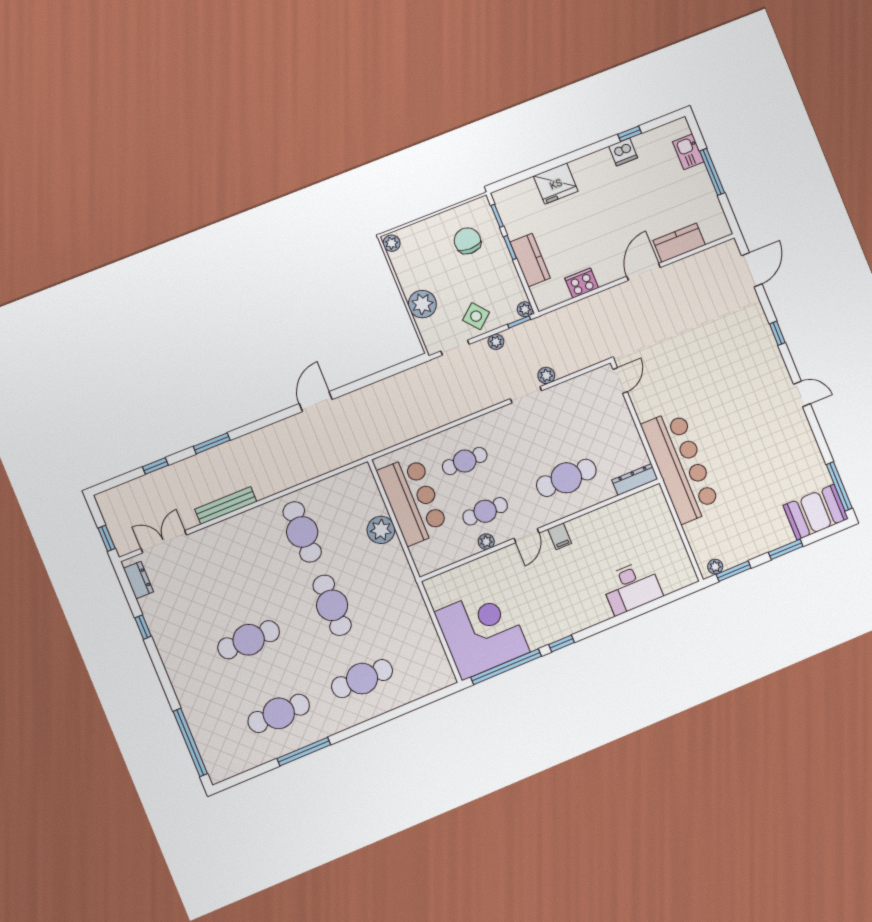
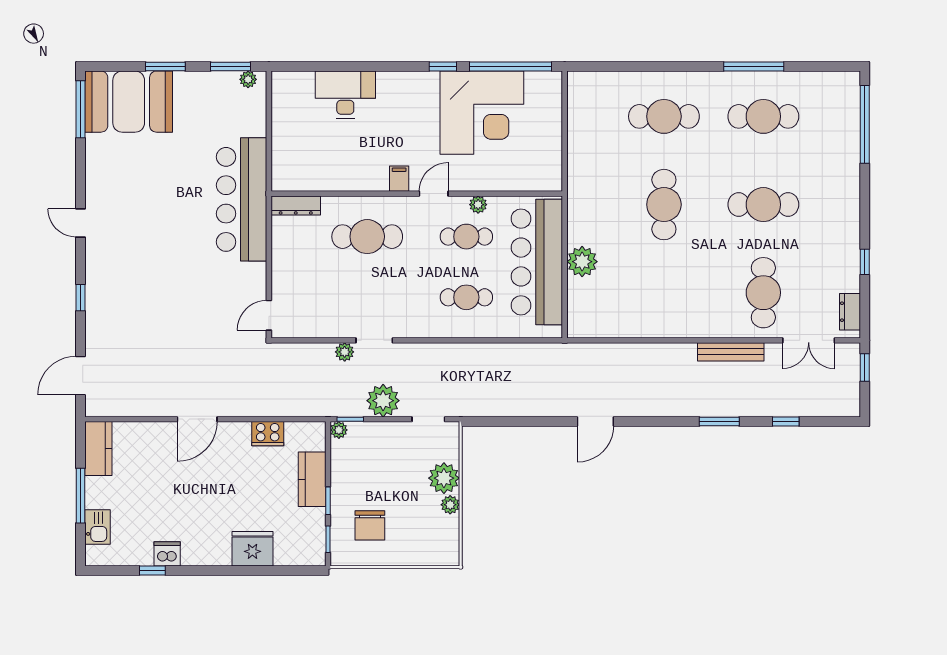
plant: (392, 243) -> (450, 505), moved
kitchen counter: (679, 243) -> (98, 449), moved, turned -90
side table: (476, 316) -> (393, 443), removed
plant: (496, 342) -> (383, 401), width x1.88, depth x1.88
bar counter: (413, 500) -> (537, 262), width x1.36
booth: (816, 512) -> (129, 102), width x1.36, depth x1.42
cafe table: (302, 532) -> (763, 293), moved
corner desk: (482, 632) -> (482, 113), moved, turned -90

